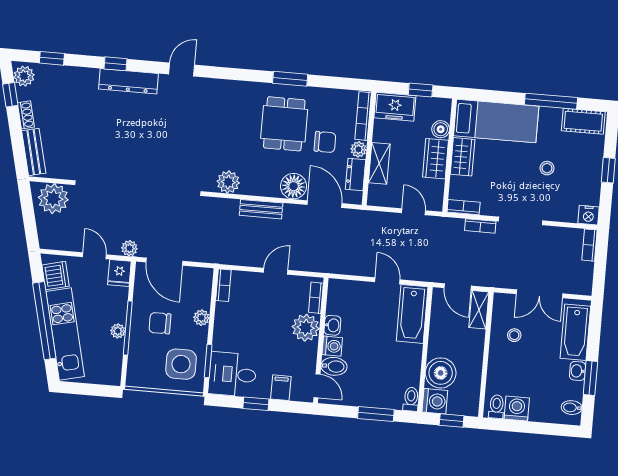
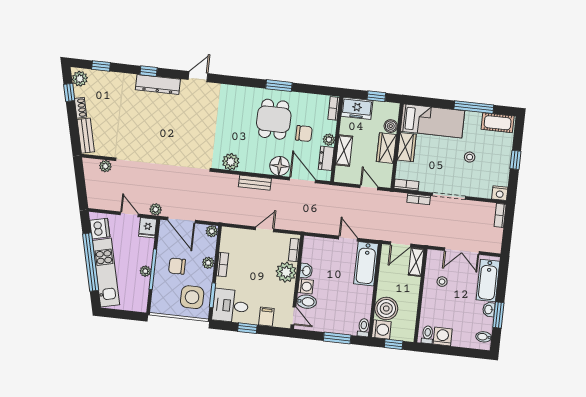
bookcase: (363, 116) -> (334, 108), width x0.64
plant: (53, 199) -> (105, 166), width x0.53, depth x0.53
plant: (205, 276) -> (212, 231), added
bookcase: (223, 285) -> (222, 264), moved
door: (458, 287) -> (401, 244), hinge flipped

